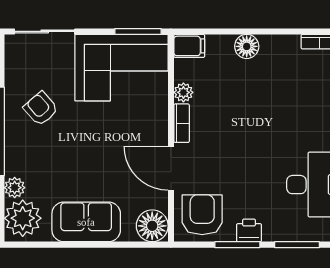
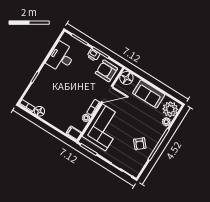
floor lamp: (247, 46) -> (39, 111), moved
corner sofa: (122, 68) -> (104, 127), moved, turned 90
door: (171, 168) -> (107, 94), hinge flipped
armchair: (202, 215) -> (106, 71), turned 90

